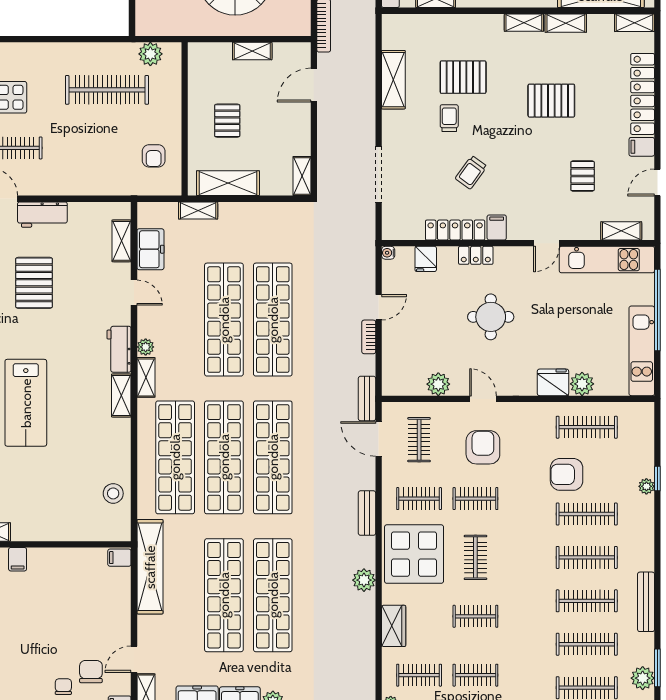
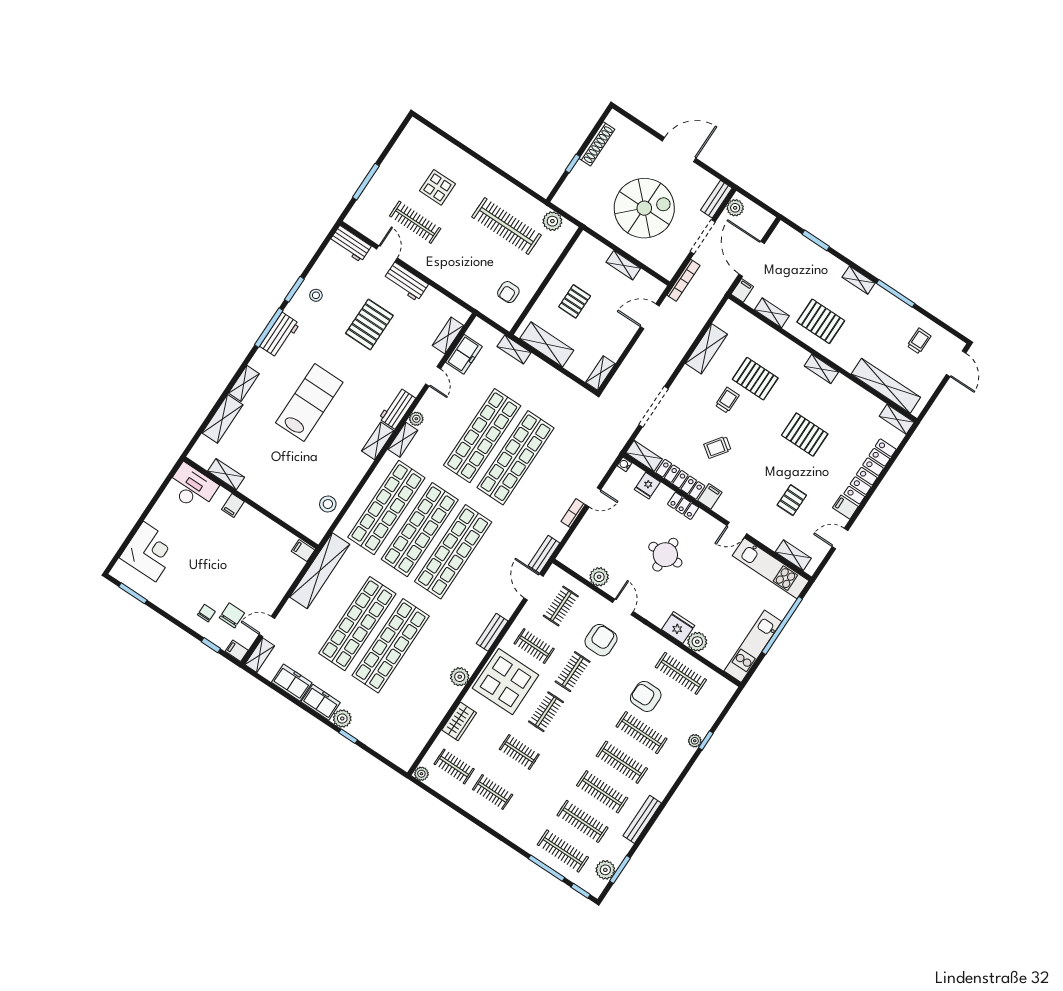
shelving: (566, 23) -> (644, 456), moved
lab bench: (26, 403) -> (309, 403), turned 180
clothes rail: (475, 499) -> (573, 672), turned 90

